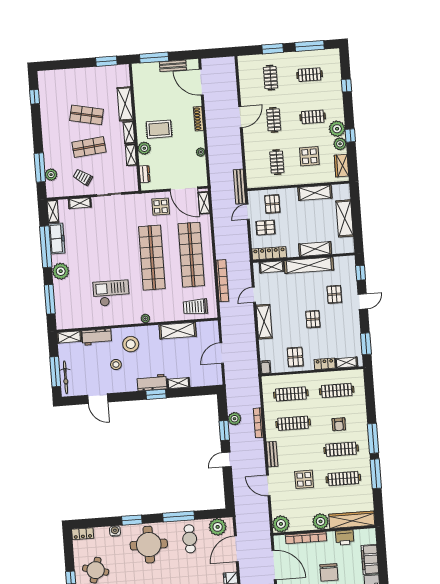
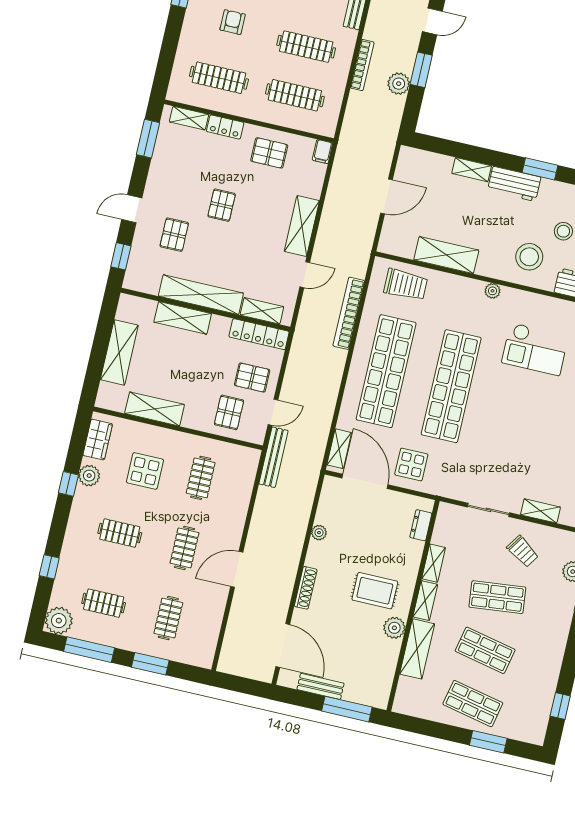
window: (106, 61) -> (488, 742), moved
shop shelf: (84, 83) -> (473, 704), added
plant: (337, 129) -> (59, 621), moved
plant: (144, 148) -> (394, 628), moved
pallet: (295, 357) -> (269, 153), turned 90
window: (156, 394) -> (540, 169), moved

